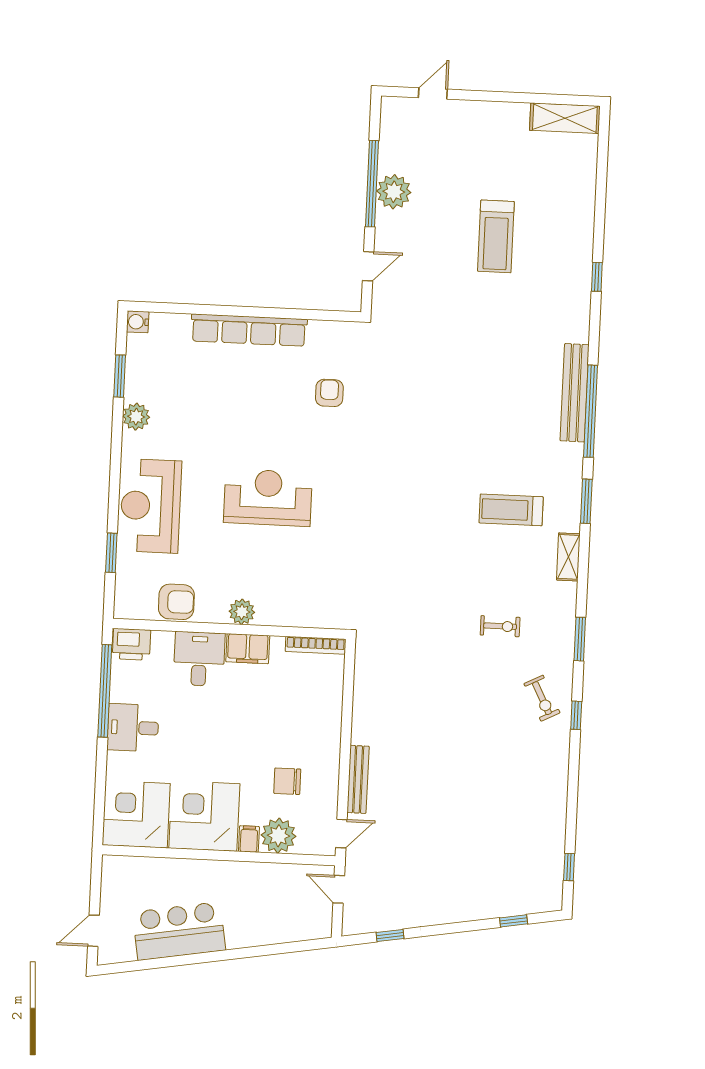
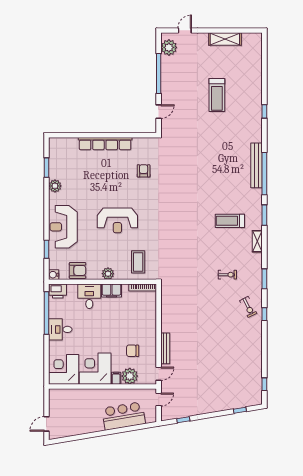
shelving: (565, 118) -> (225, 39), moved
plant: (394, 192) -> (169, 47), moved
water cooler: (138, 322) -> (54, 275), moved
reception desk: (268, 498) -> (117, 220), turned 180
coffee table: (308, 589) -> (138, 262), added
door: (339, 889) -> (159, 400), swing flipped
bar counter: (179, 931) -> (124, 416), moved

